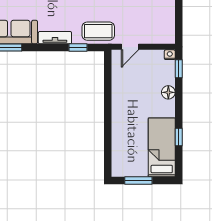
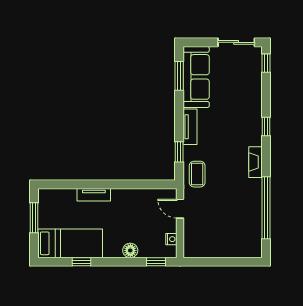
coffee table: (98, 31) -> (197, 174), width x0.73, depth x0.77
nightstand: (170, 55) -> (171, 239), moved
tv unit: (117, 126) -> (94, 195), added

